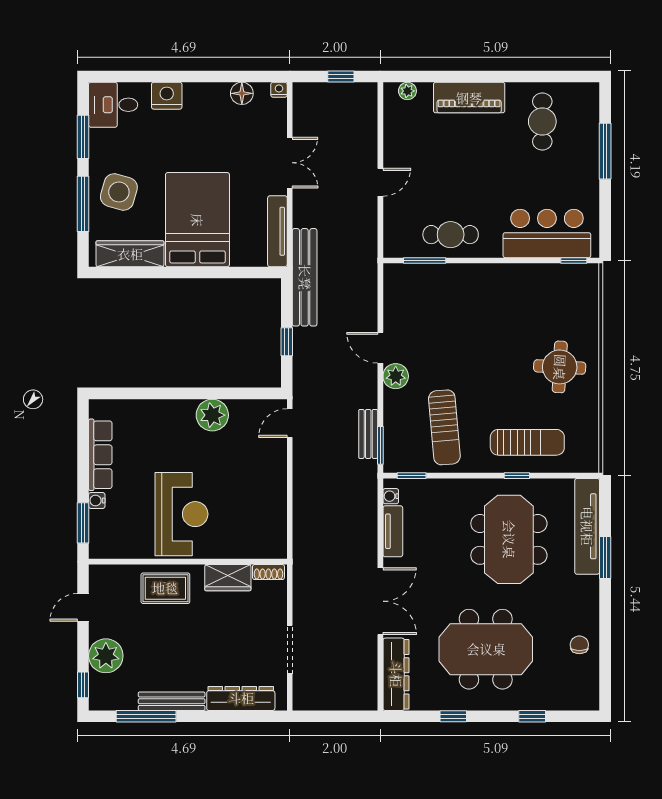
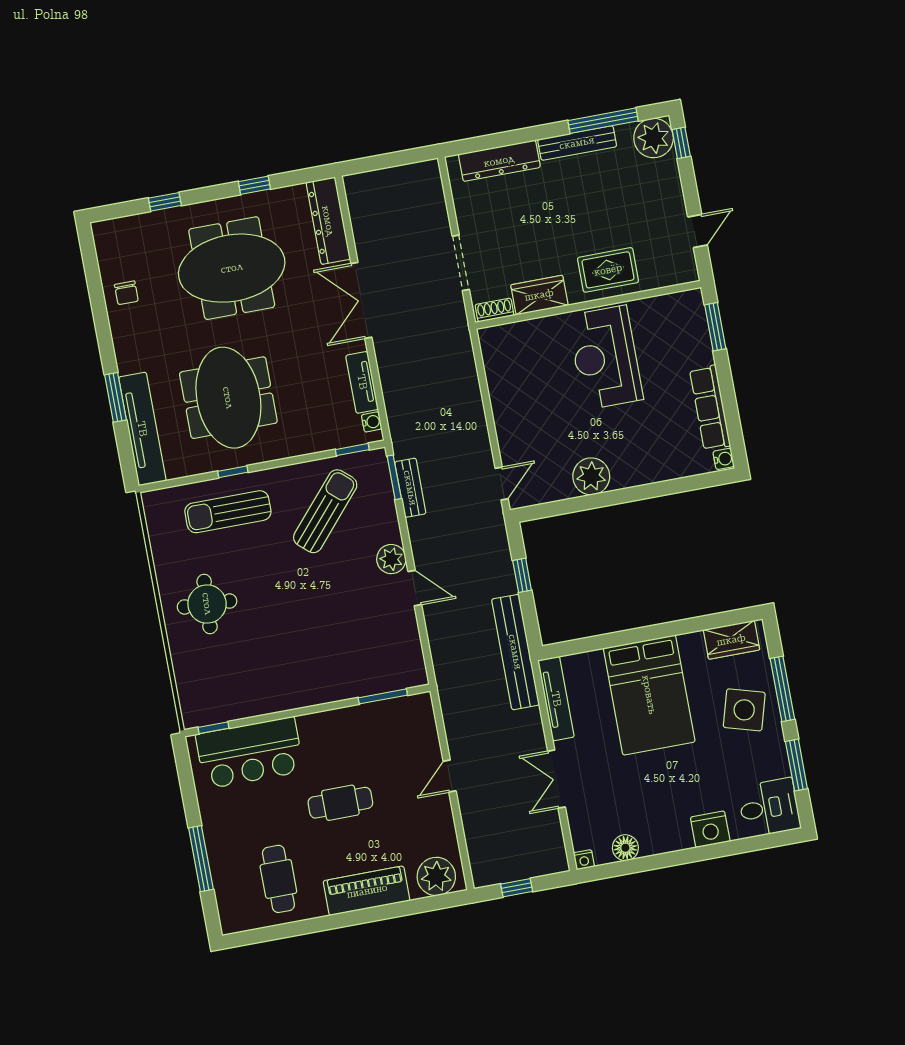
plant: (407, 91) -> (436, 876), width x1.87, depth x1.87
cafe table: (451, 235) -> (340, 803), moved
wardrobe: (130, 254) -> (731, 640), width x0.67
sun lounger: (444, 427) -> (325, 511), turned 46
water cooler: (97, 500) -> (724, 459), moved
doorway: (290, 650) -> (461, 263), moved
plant: (106, 656) -> (654, 138), moved

